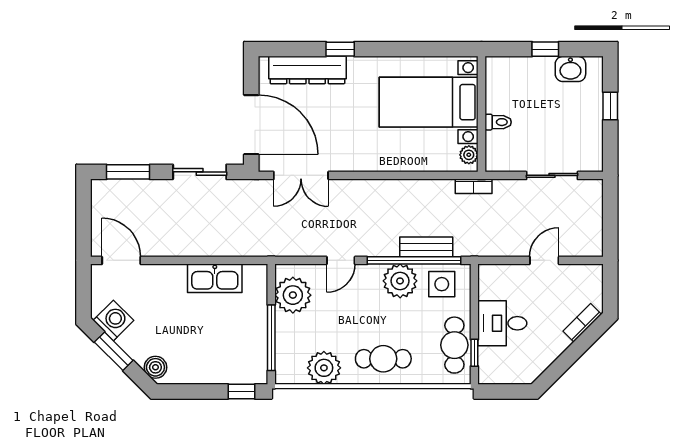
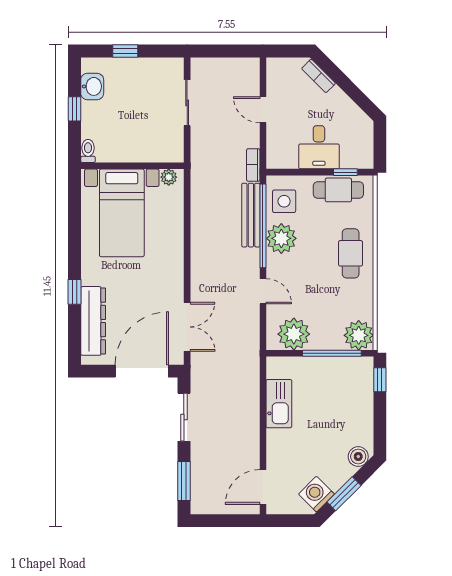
toilet: (498, 122) -> (88, 151), moved
bookcase: (474, 186) -> (253, 165), moved, turned 180
bench: (426, 247) -> (251, 215), width x1.36
plant: (324, 368) -> (359, 335), moved

